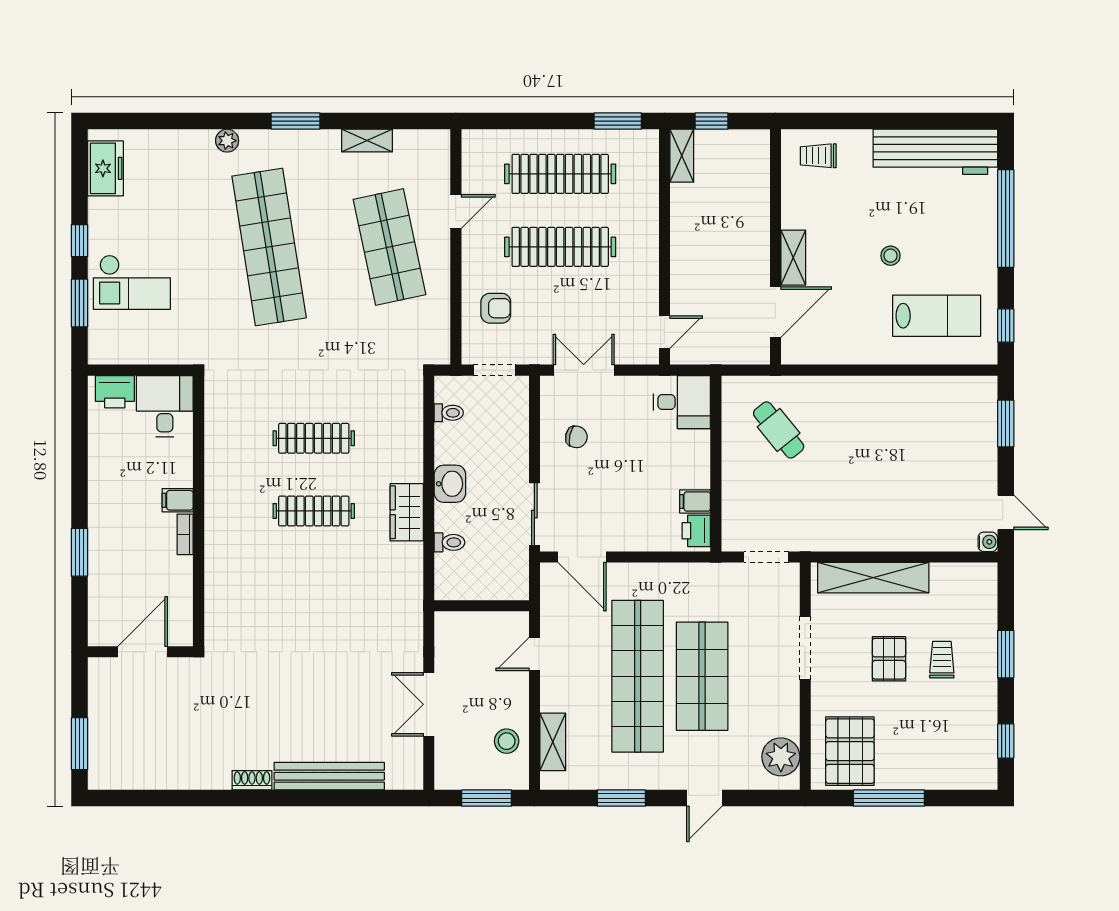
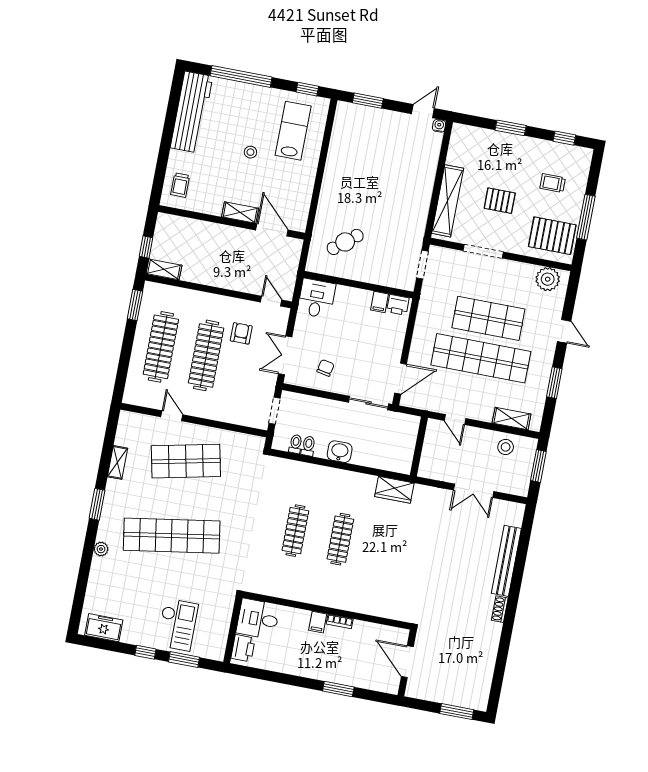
armchair: (496, 308) -> (241, 333), moved
wardrobe: (407, 512) -> (394, 490), moved
toilet: (450, 542) -> (308, 446), moved
trolley: (942, 660) -> (553, 183), moved

